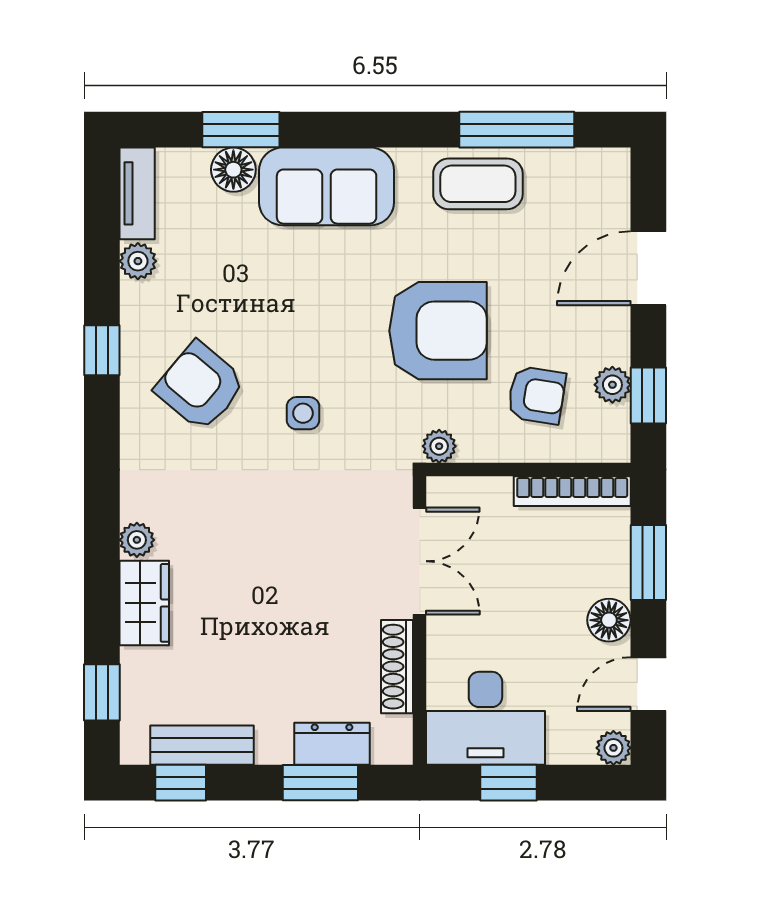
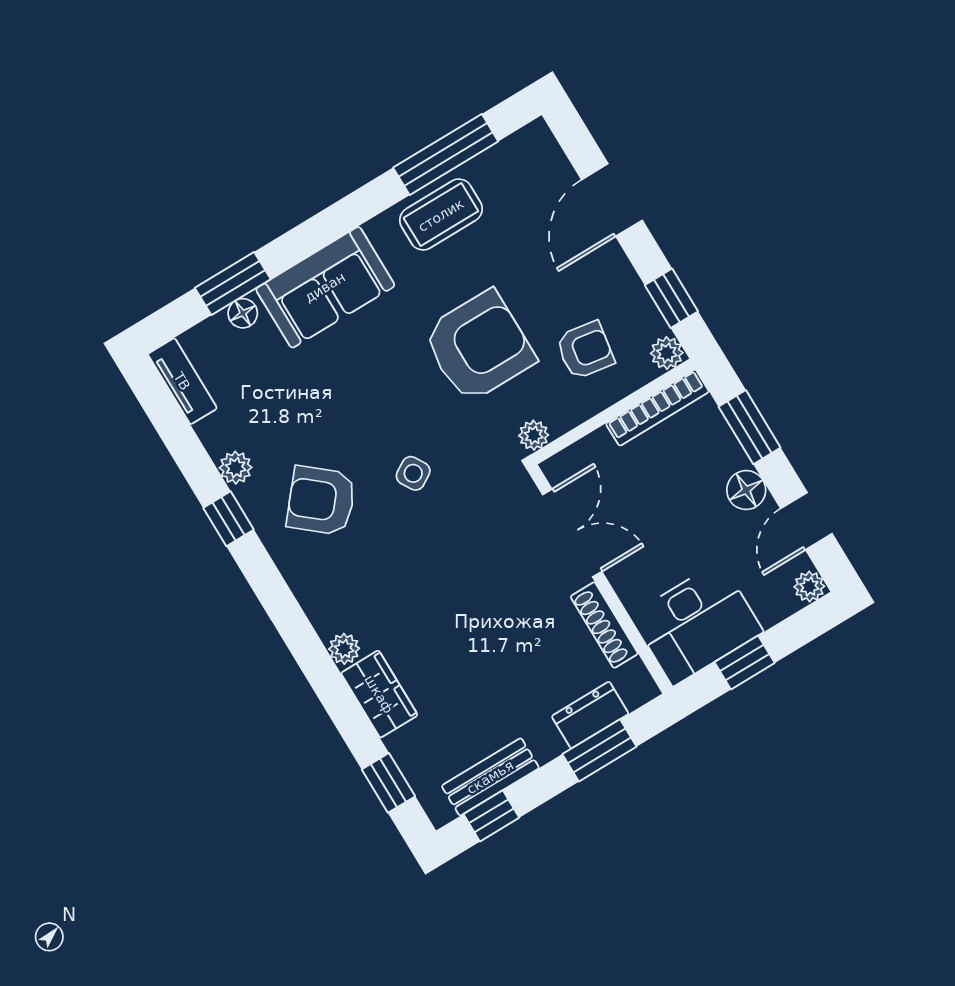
floor lamp: (233, 170) -> (243, 313), width x0.73, depth x0.73
plant: (138, 261) -> (236, 468), moved
plant: (612, 385) -> (667, 353), moved
side table: (303, 413) -> (413, 473), turned -31

